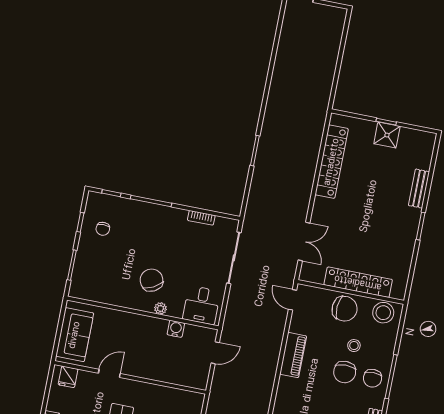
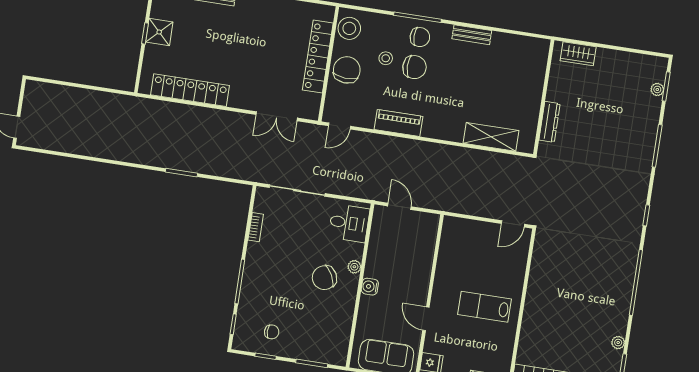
double door: (304, 242) -> (277, 116), swing flipped
water cooler: (176, 329) -> (370, 287), moved

